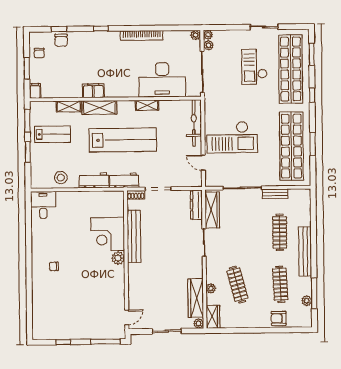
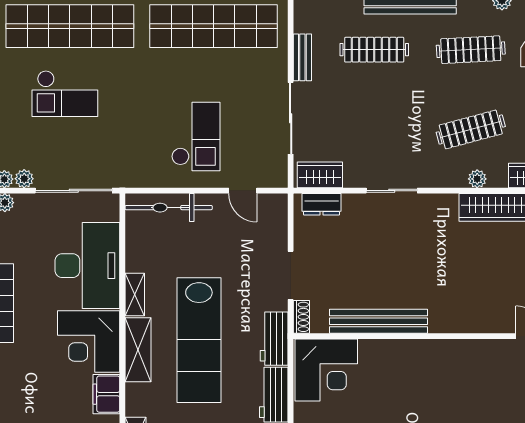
corner desk: (121, 81) -> (89, 341), added
shelving: (99, 108) -> (138, 350), moved
checkout: (232, 137) -> (196, 136), width x0.73, depth x0.83
lab bench: (123, 140) -> (199, 340), turned 180
door: (203, 163) -> (243, 191), hinge flipped
dresser: (196, 205) -> (322, 204), width x0.70
wardrobe: (212, 210) -> (320, 175), width x0.67
corner desk: (108, 234) -> (326, 370), moved
plant: (118, 258) -> (419, 351), removed

